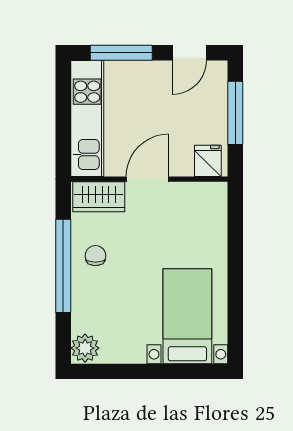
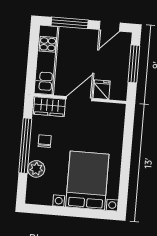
fridge: (208, 161) -> (102, 90), moved
bed with nightstands: (187, 316) -> (87, 180), width x1.36
plant: (85, 348) -> (36, 169), moved

